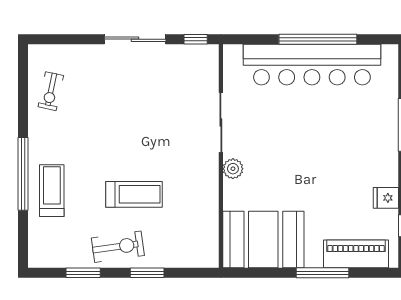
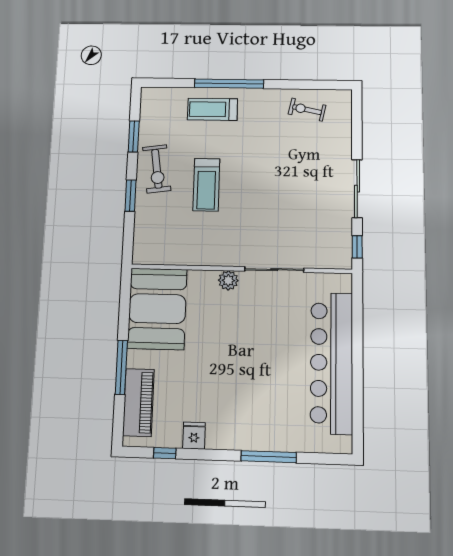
window: (318, 39) -> (358, 370), removed
treadmill: (52, 191) -> (212, 109), turned 180

